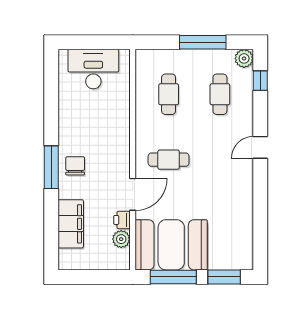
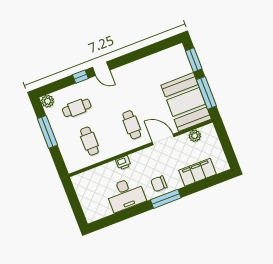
desk: (93, 69) -> (126, 194), moved, turned -90
window: (260, 81) -> (80, 77), moved
cafe table: (169, 94) -> (89, 141), turned 90
printer: (122, 220) -> (123, 163), moved

